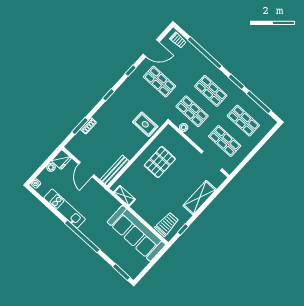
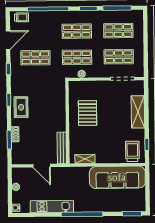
rug: (145, 124) -> (21, 107), moved, turned 90
fridge: (61, 160) -> (18, 175), removed

